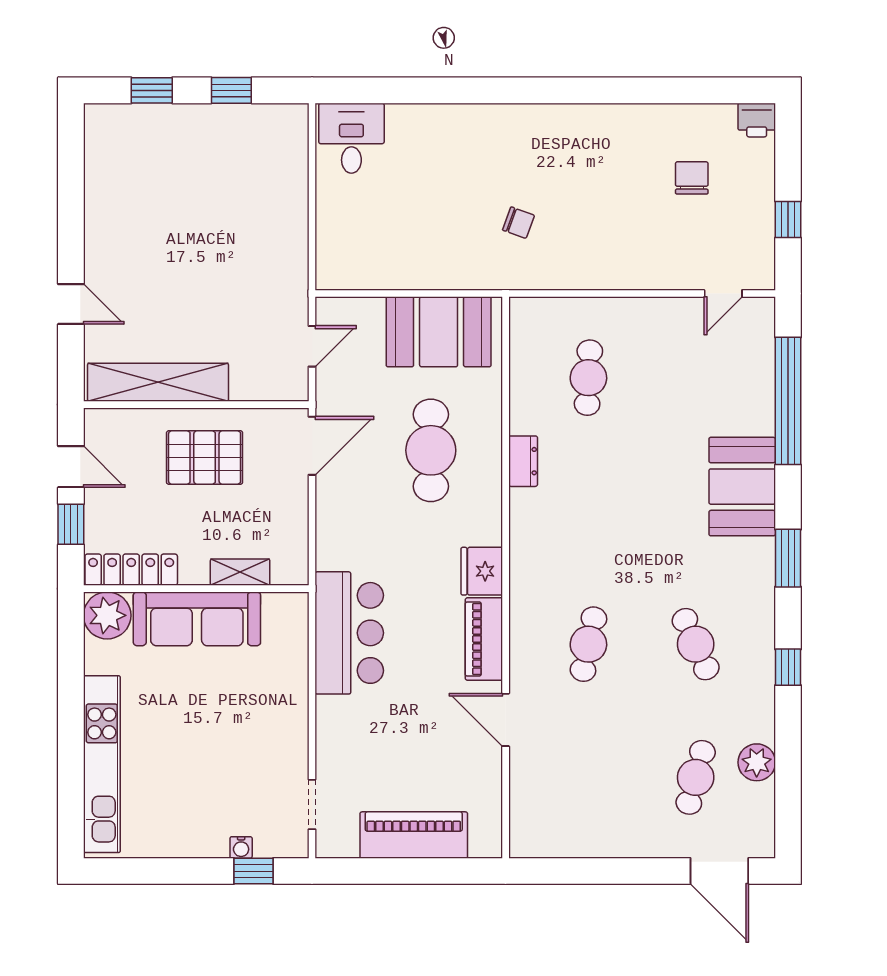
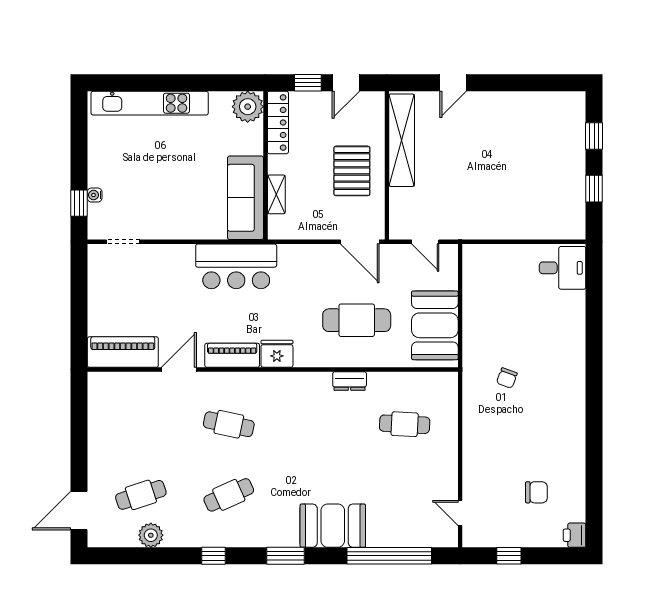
sofa: (197, 619) -> (245, 198), moved
cafe table: (696, 777) -> (141, 495), turned -33
piano: (414, 835) -> (123, 352), moved, turned -90

